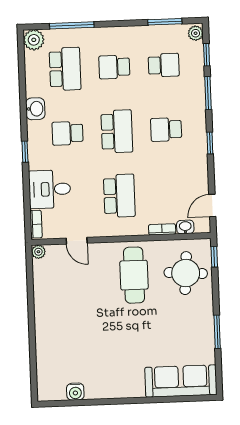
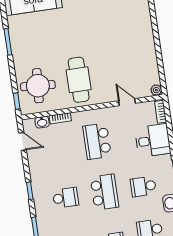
school desk: (117, 131) -> (104, 192), turned 180
school desk: (68, 133) -> (143, 186), turned 180
door: (212, 206) -> (23, 141), hinge flipped

